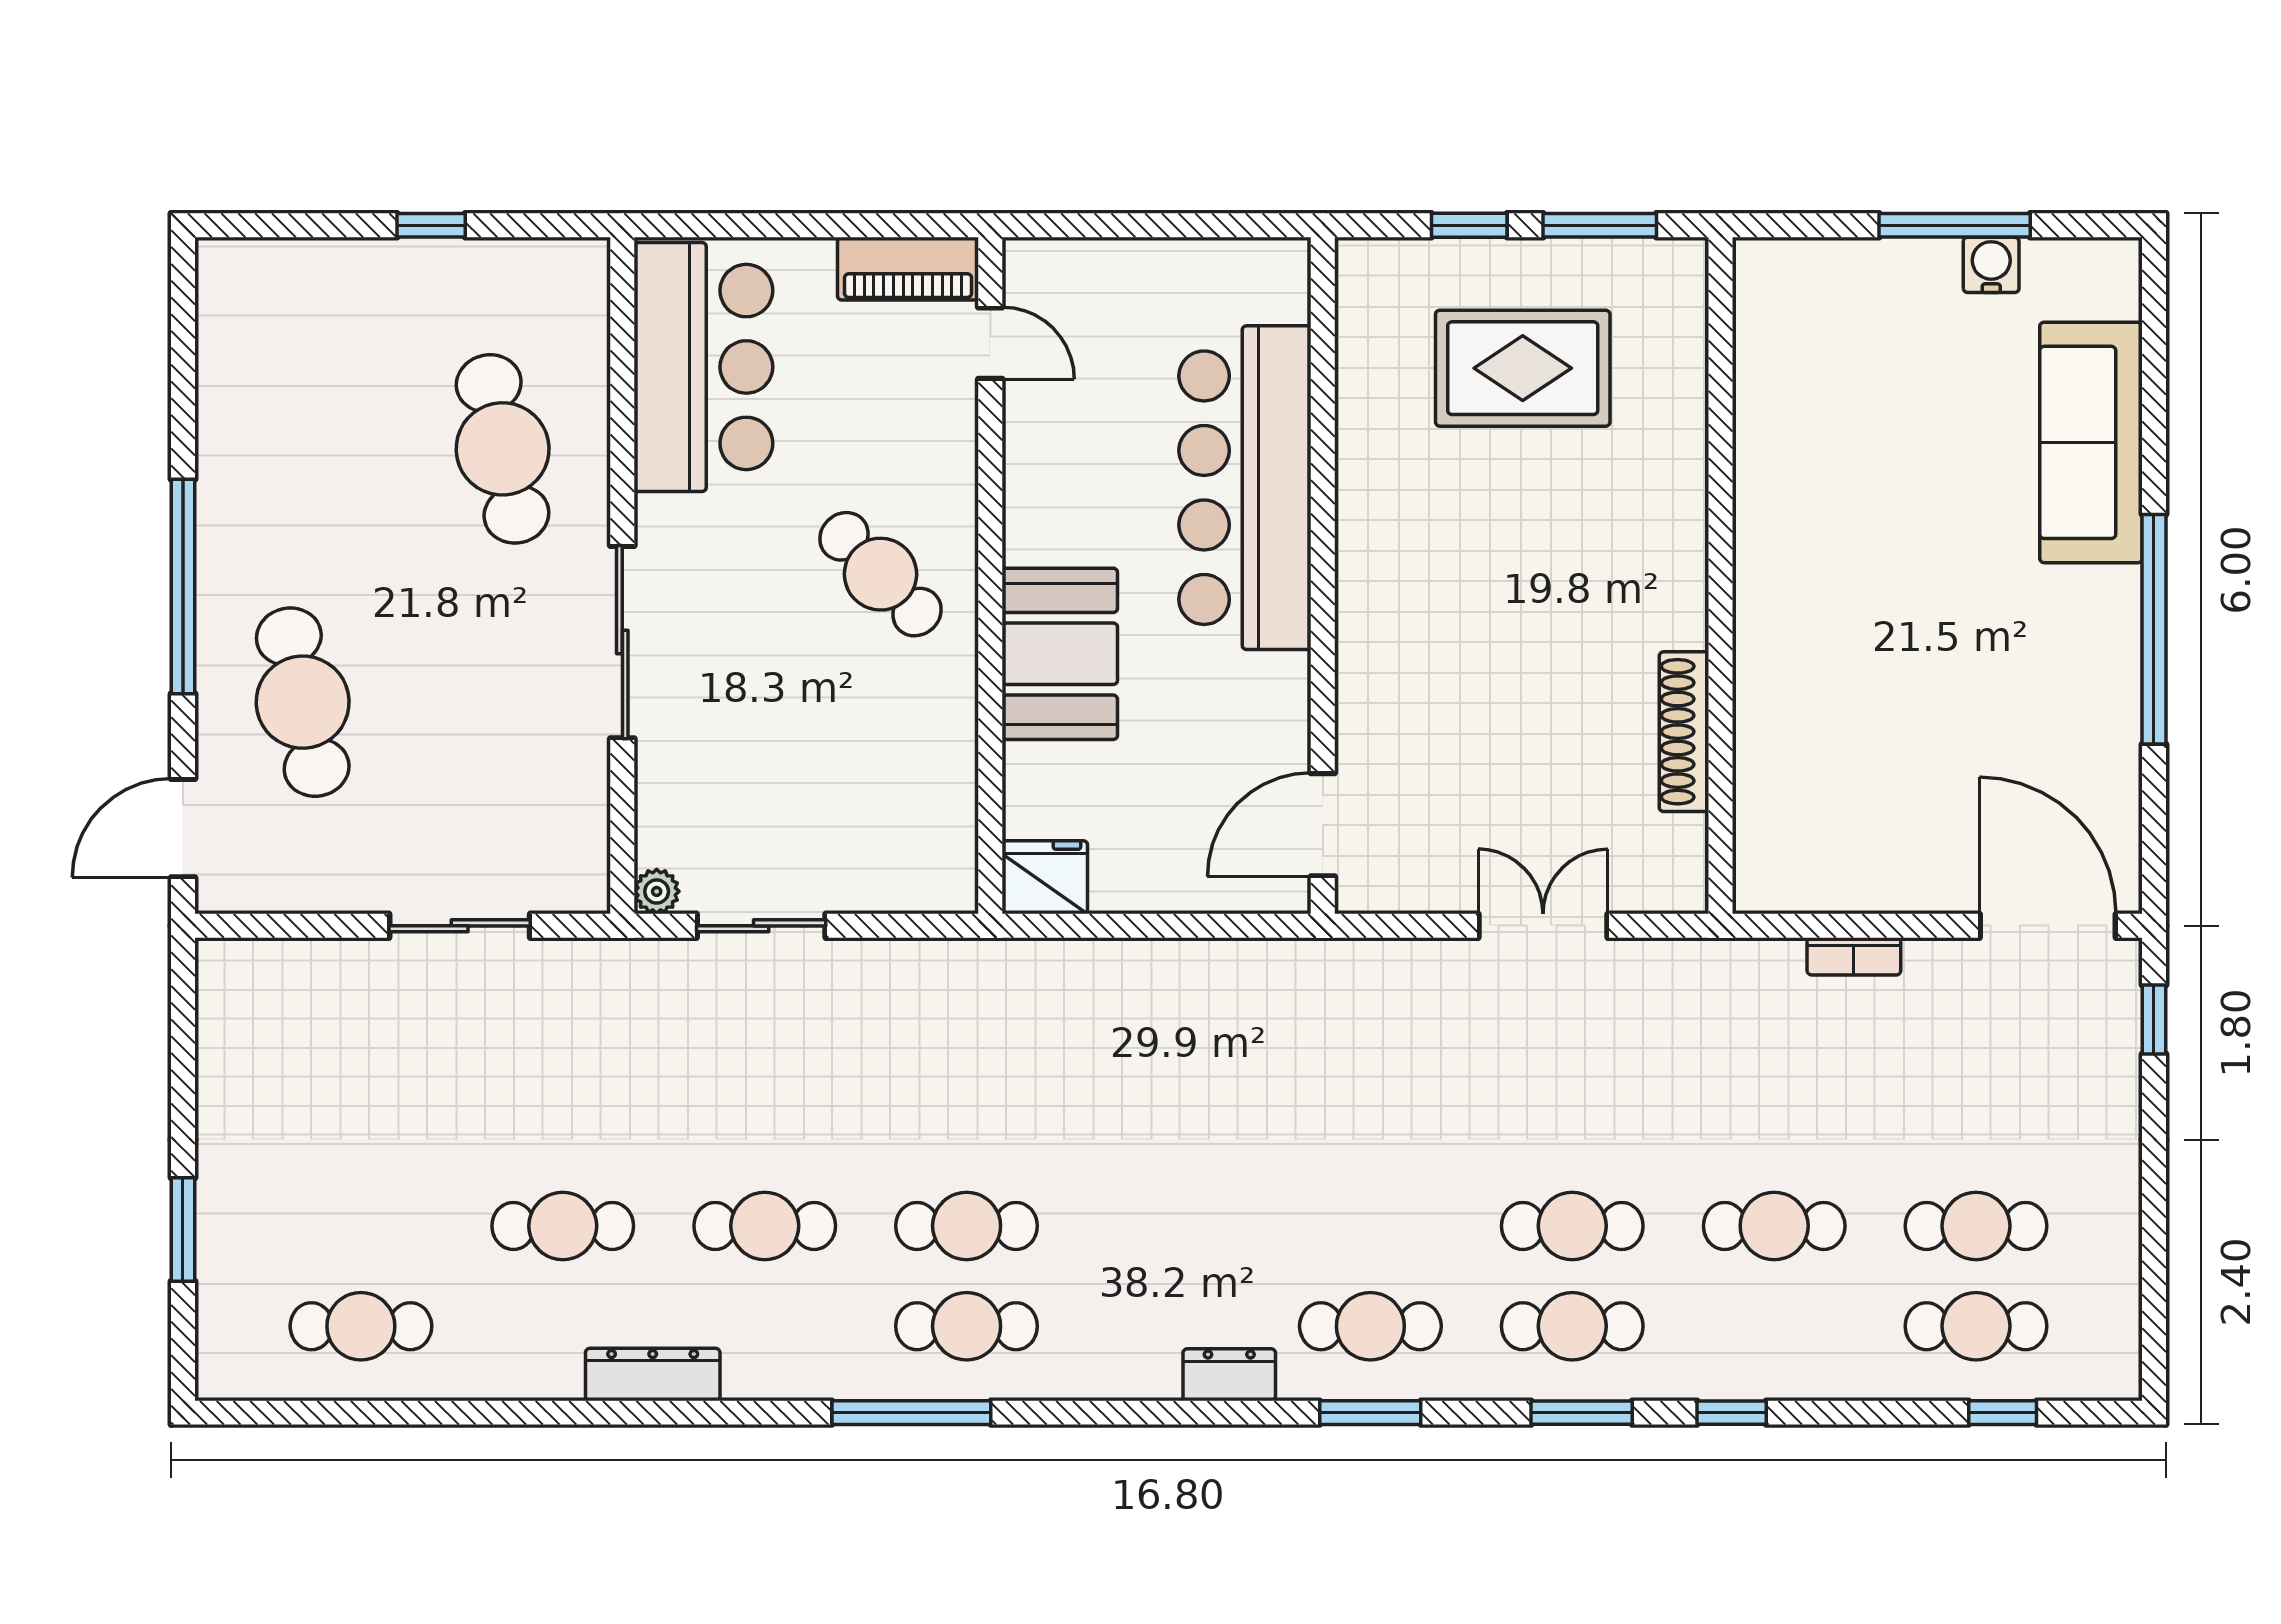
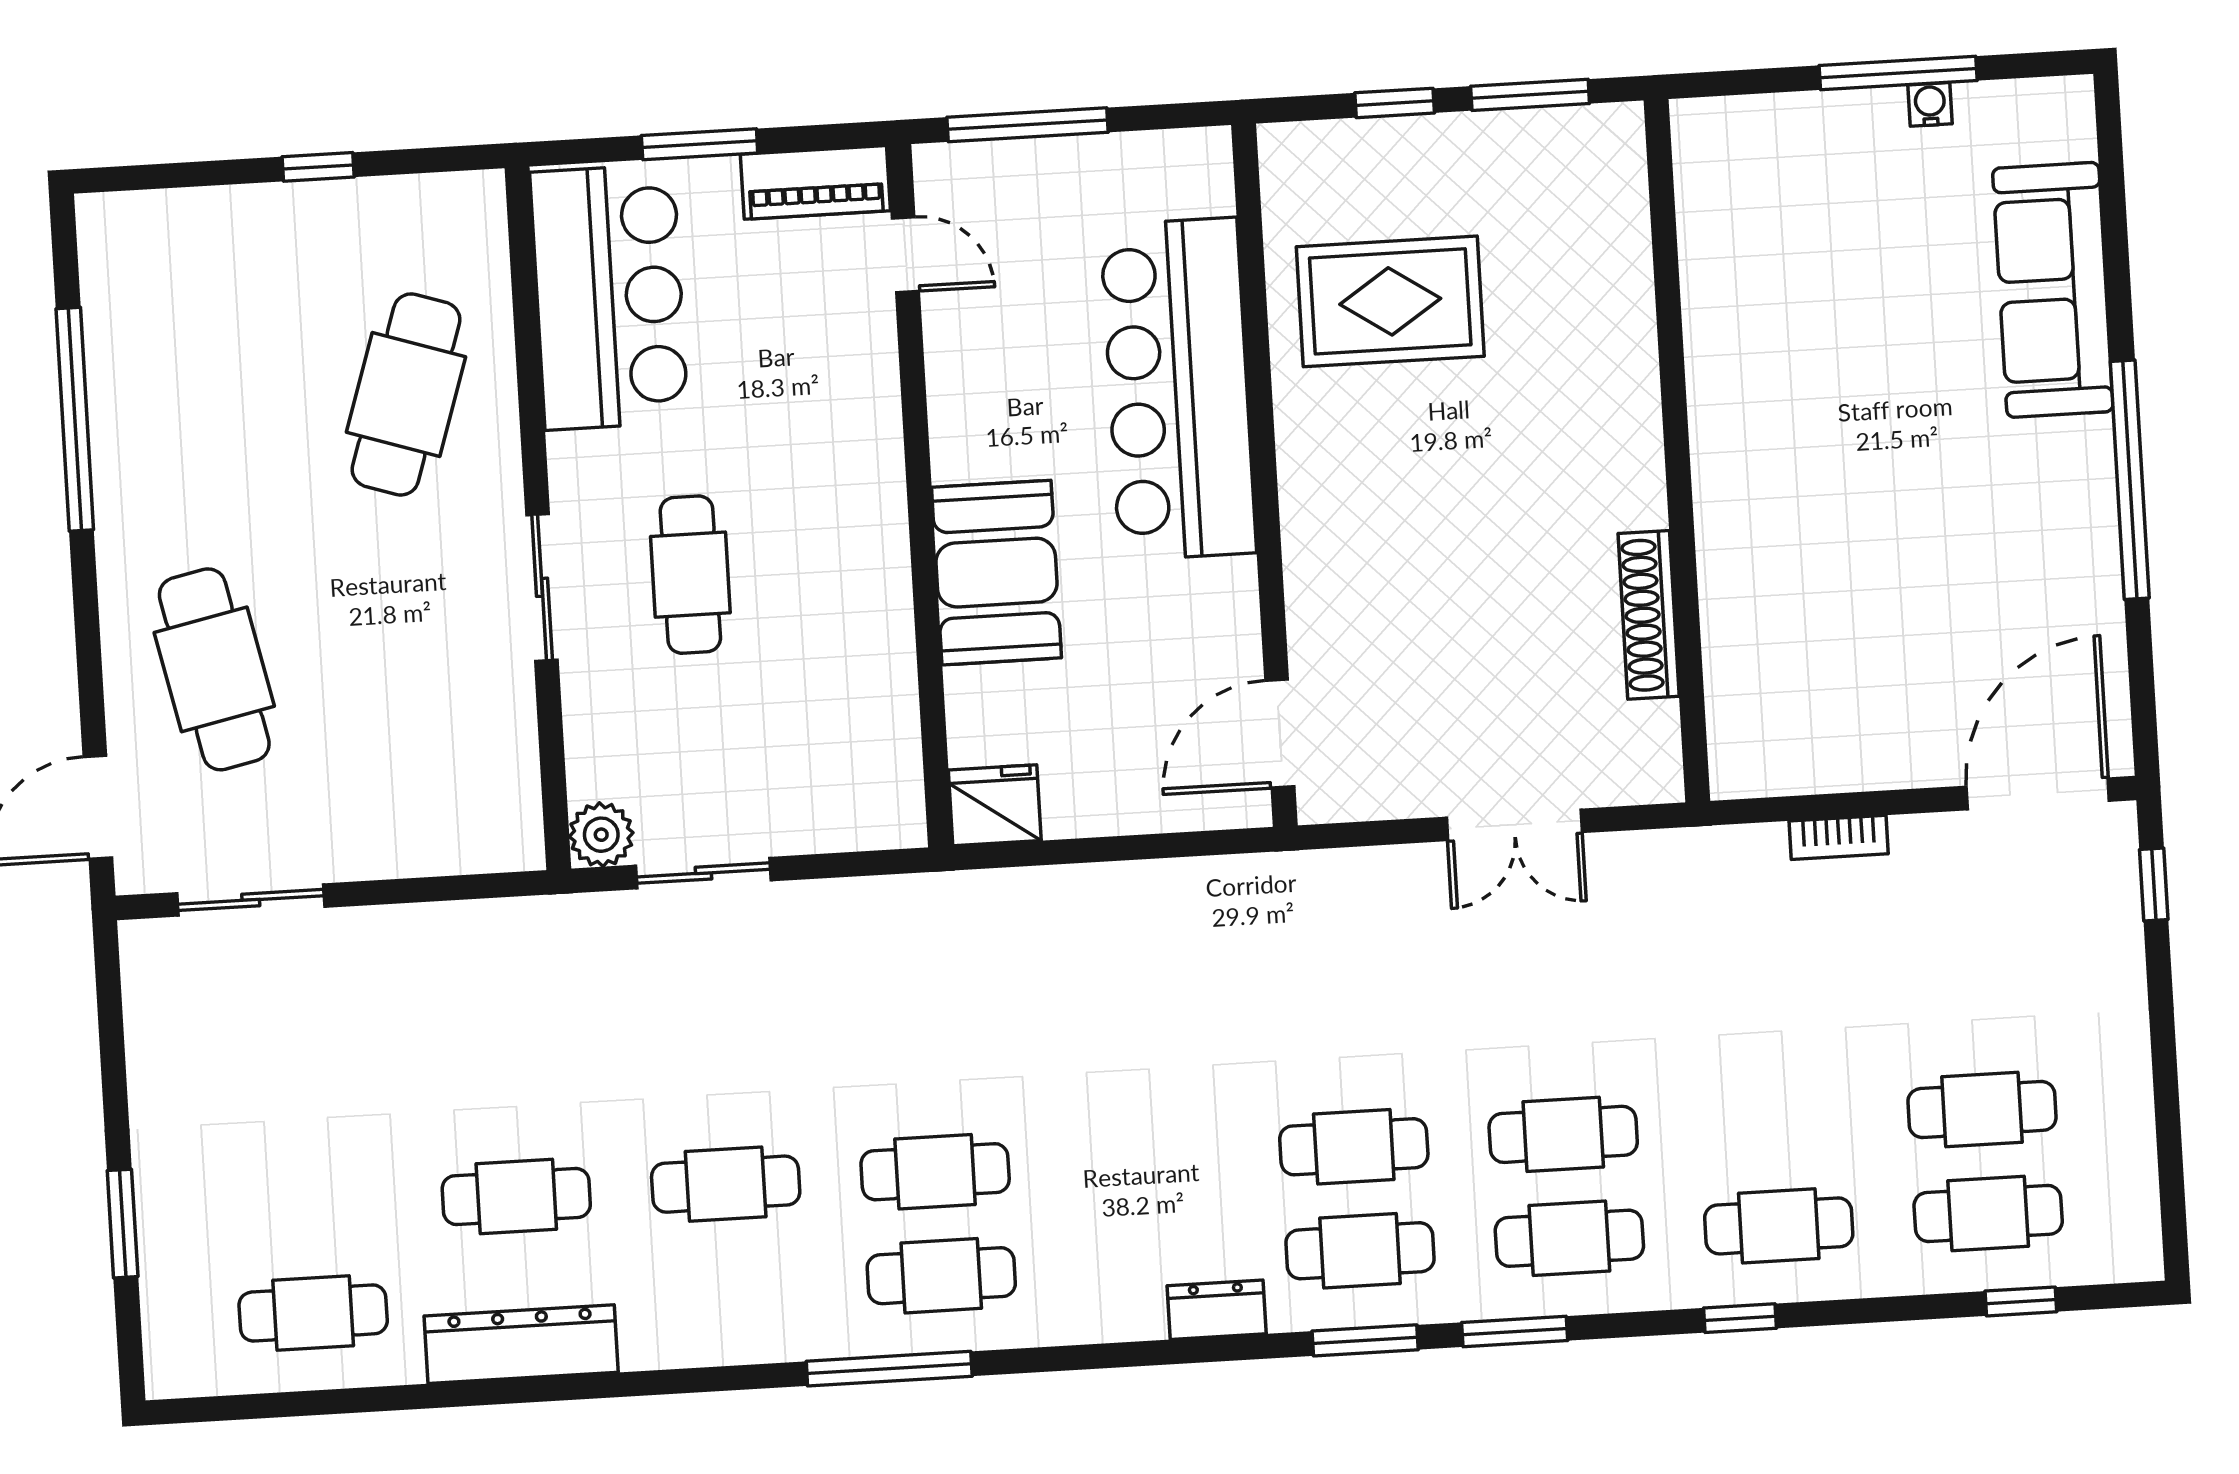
window: (799, 225) -> (700, 144), added
window: (1115, 225) -> (1028, 125), added
water cooler: (1991, 265) -> (1930, 104), width x0.72, depth x0.72
rug: (1523, 368) -> (1390, 301), moved
cafe table: (503, 449) -> (406, 394), turned 30
cafe table: (880, 574) -> (690, 575), moved, turned 44
window: (183, 586) -> (75, 419), moved
sliding door: (622, 642) -> (542, 587), width x0.73
plant: (657, 891) -> (601, 835), width x1.38, depth x1.38
sliding door: (460, 926) -> (251, 900), moved
double door: (1543, 926) -> (1514, 825), swing flipped
door: (2048, 926) -> (2038, 794), hinge flipped
cafe table: (1370, 1226) -> (1354, 1147), added
cafe table: (1774, 1226) -> (1779, 1226), moved
dresser: (653, 1374) -> (521, 1344), moved, width x1.37, depth x1.24
window: (1582, 1413) -> (1515, 1332), moved

